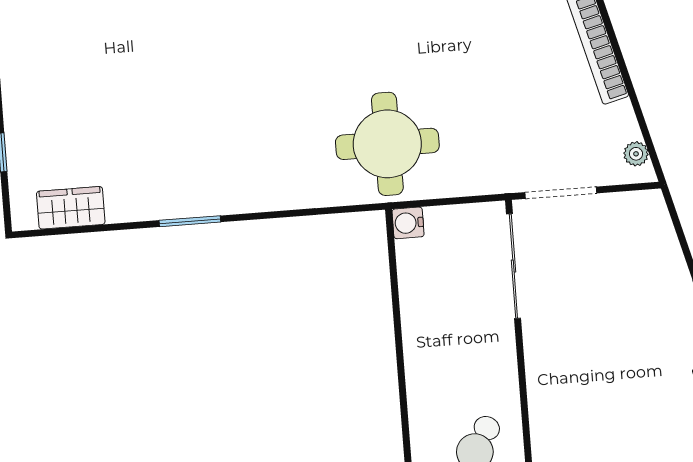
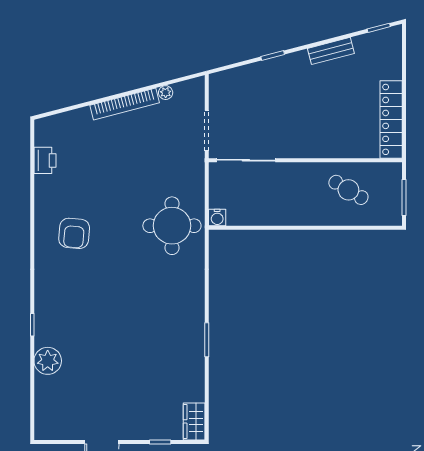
plant: (636, 154) -> (166, 93), moved
wardrobe: (71, 208) -> (194, 421), moved

